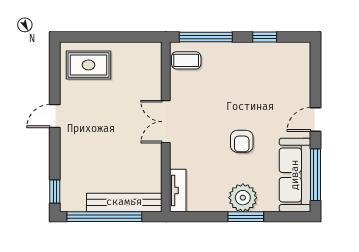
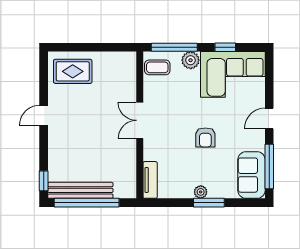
plant: (225, 52) -> (191, 60), added
corner sofa: (274, 68) -> (233, 74), added
sofa: (295, 175) -> (251, 175), width x0.73
plant: (243, 198) -> (201, 192), width x0.53, depth x0.53
bench: (124, 202) -> (80, 190), moved

